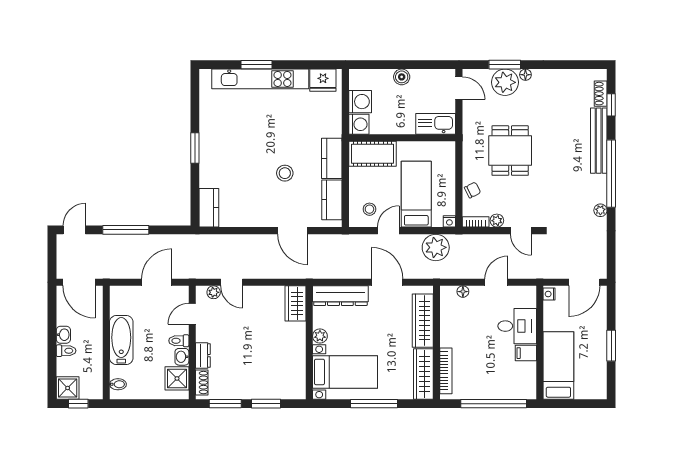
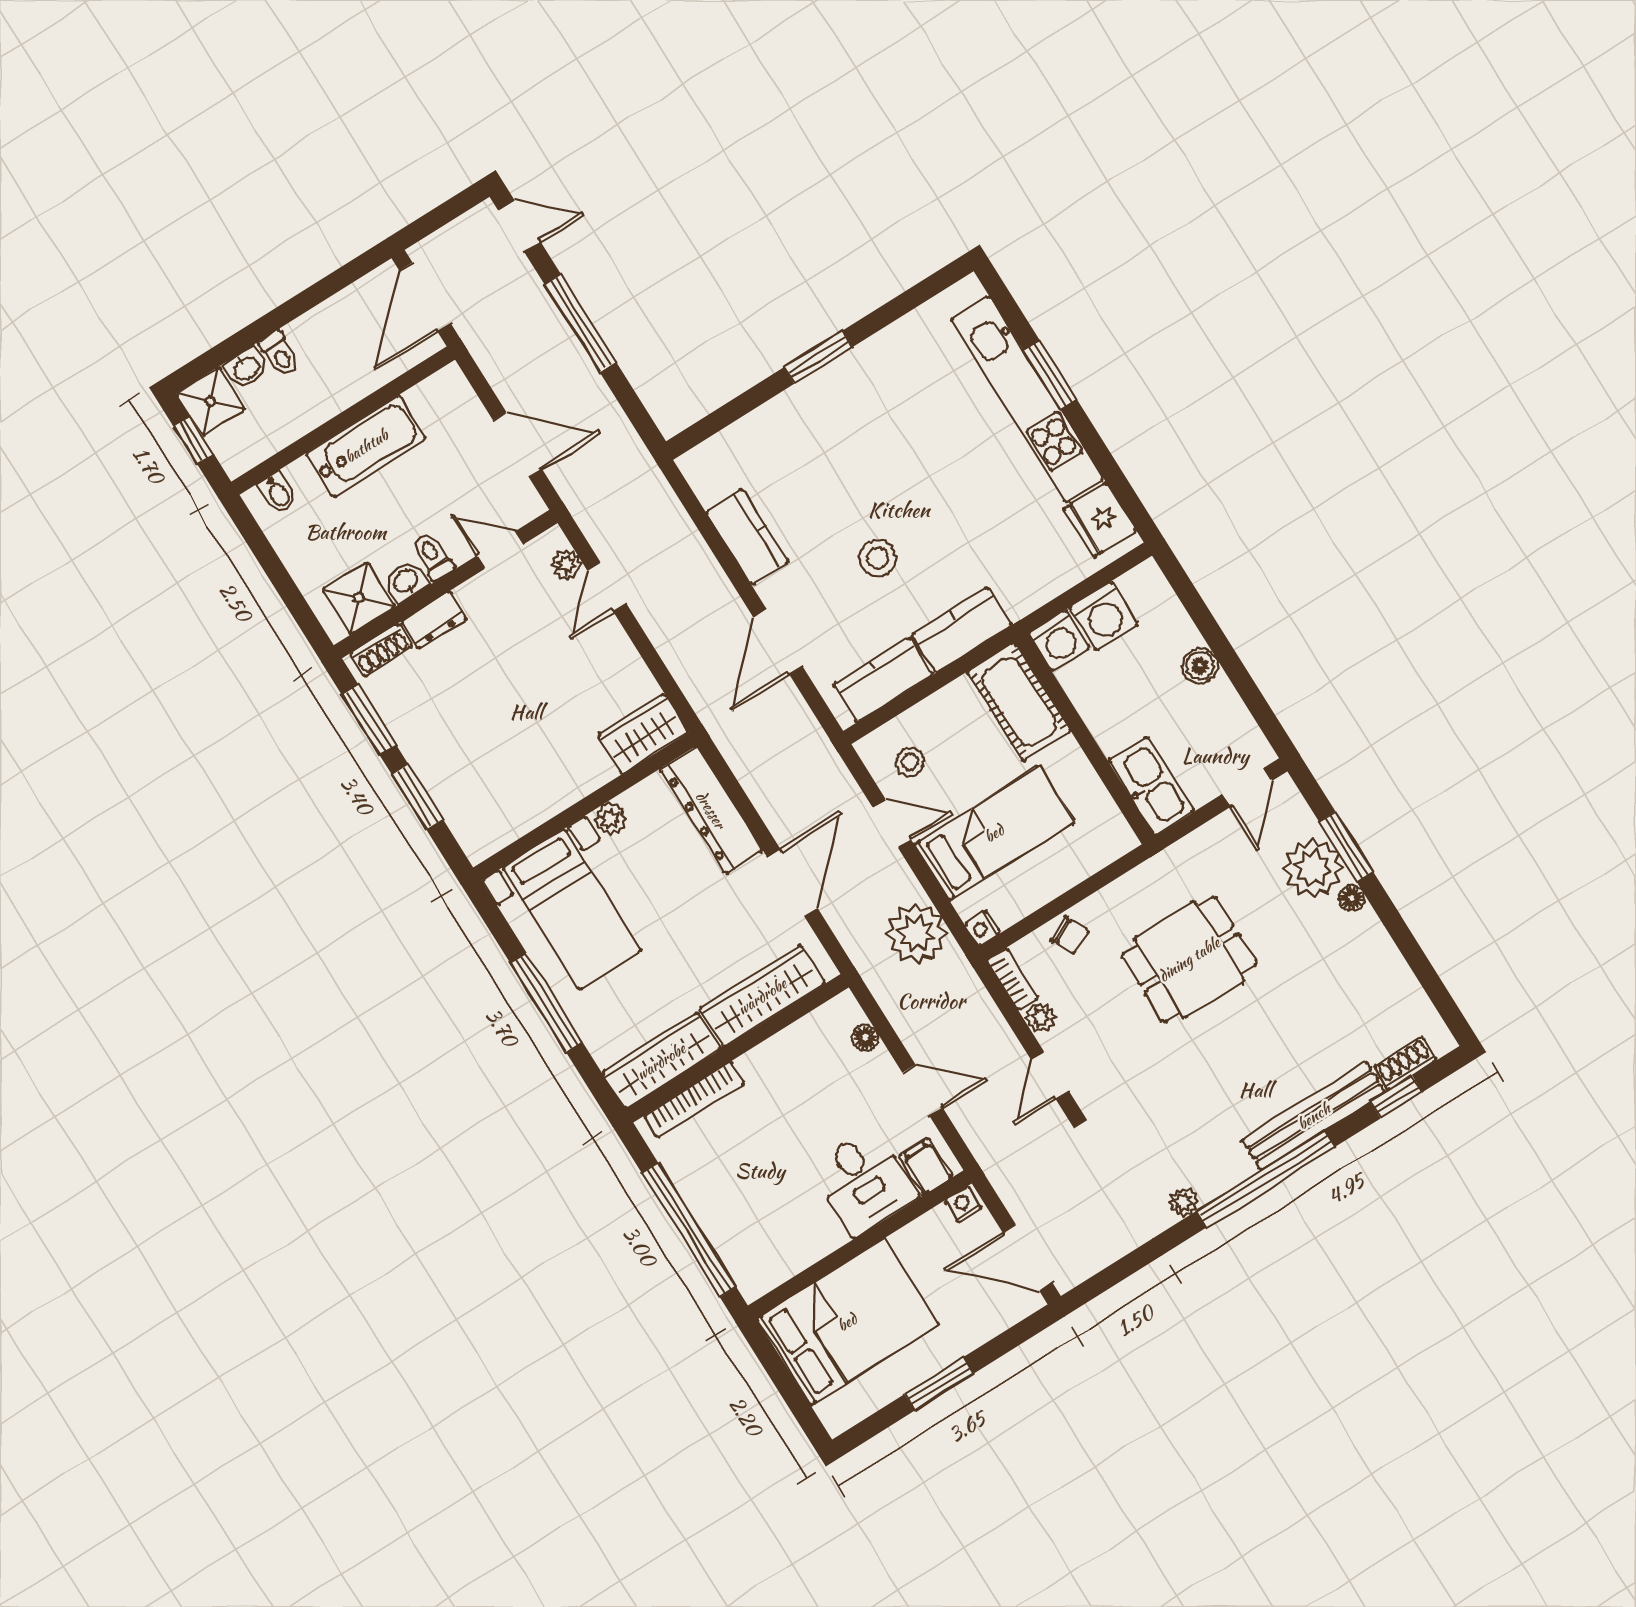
kitchen counter: (209, 208) -> (747, 537), moved, turned -90
washbasin: (63, 335) -> (246, 368), moved
filing cabinet: (526, 353) -> (926, 1166), moved
bed: (558, 365) -> (847, 1322), width x1.50

